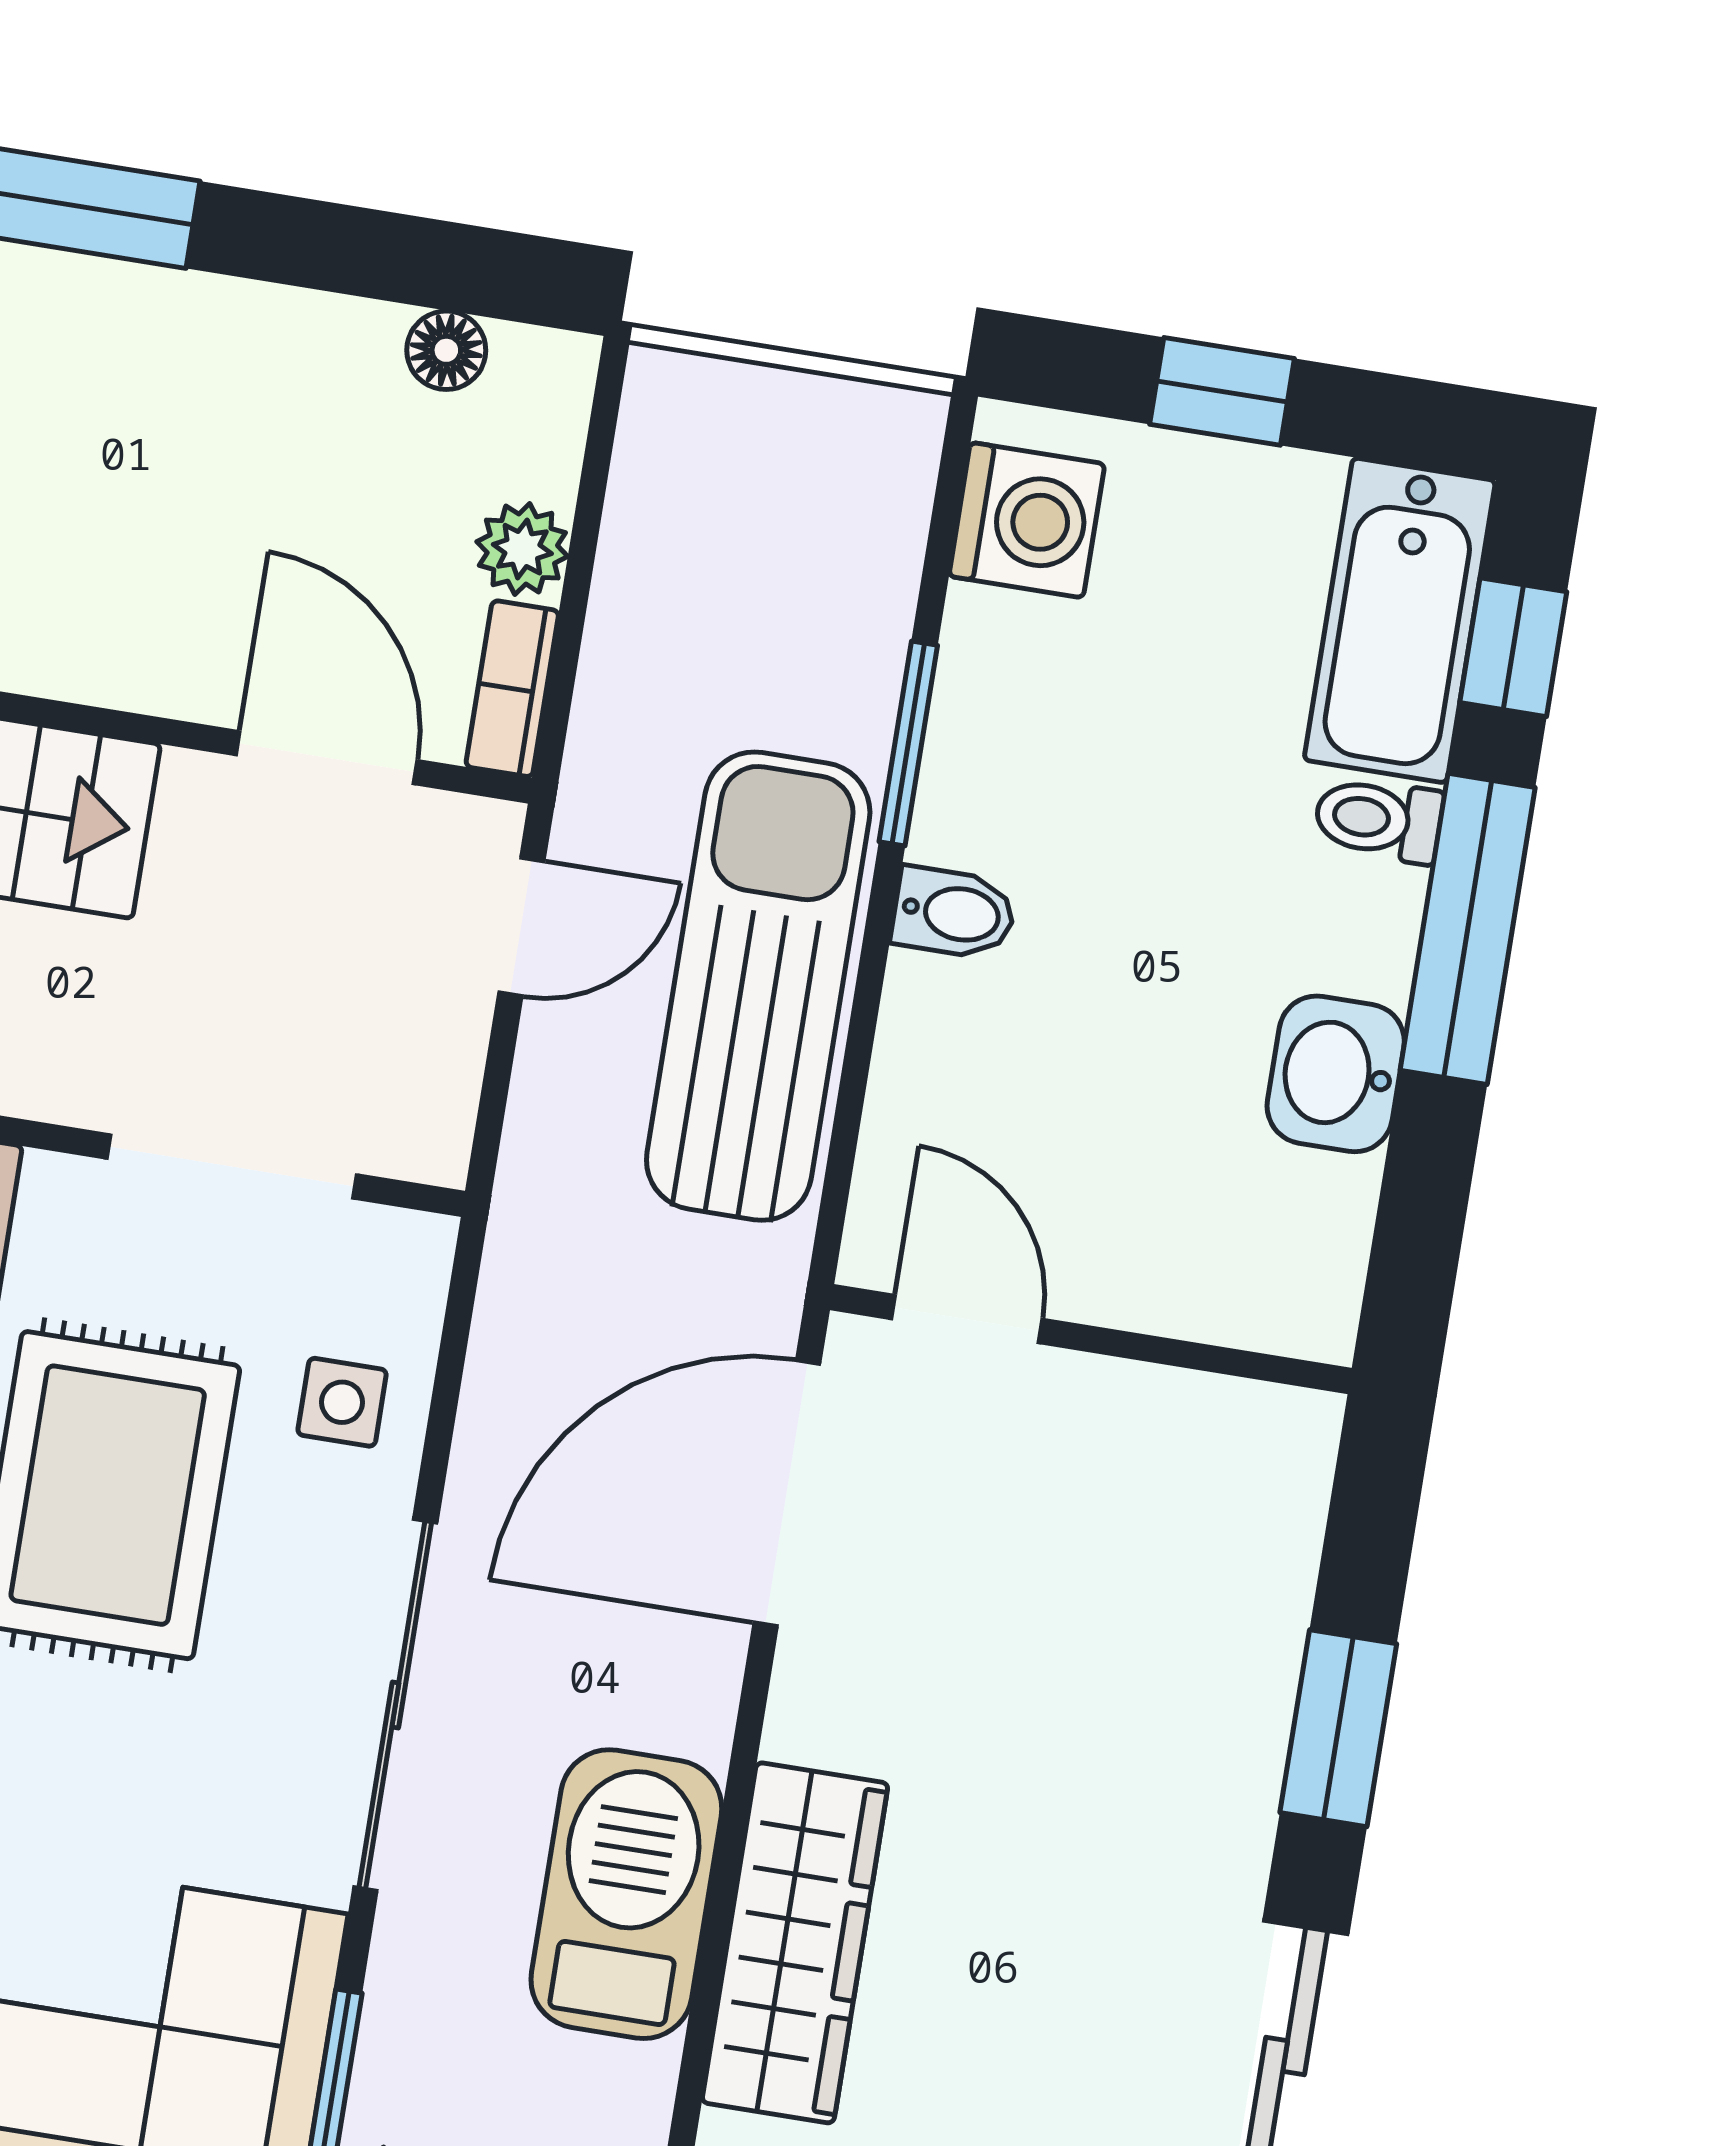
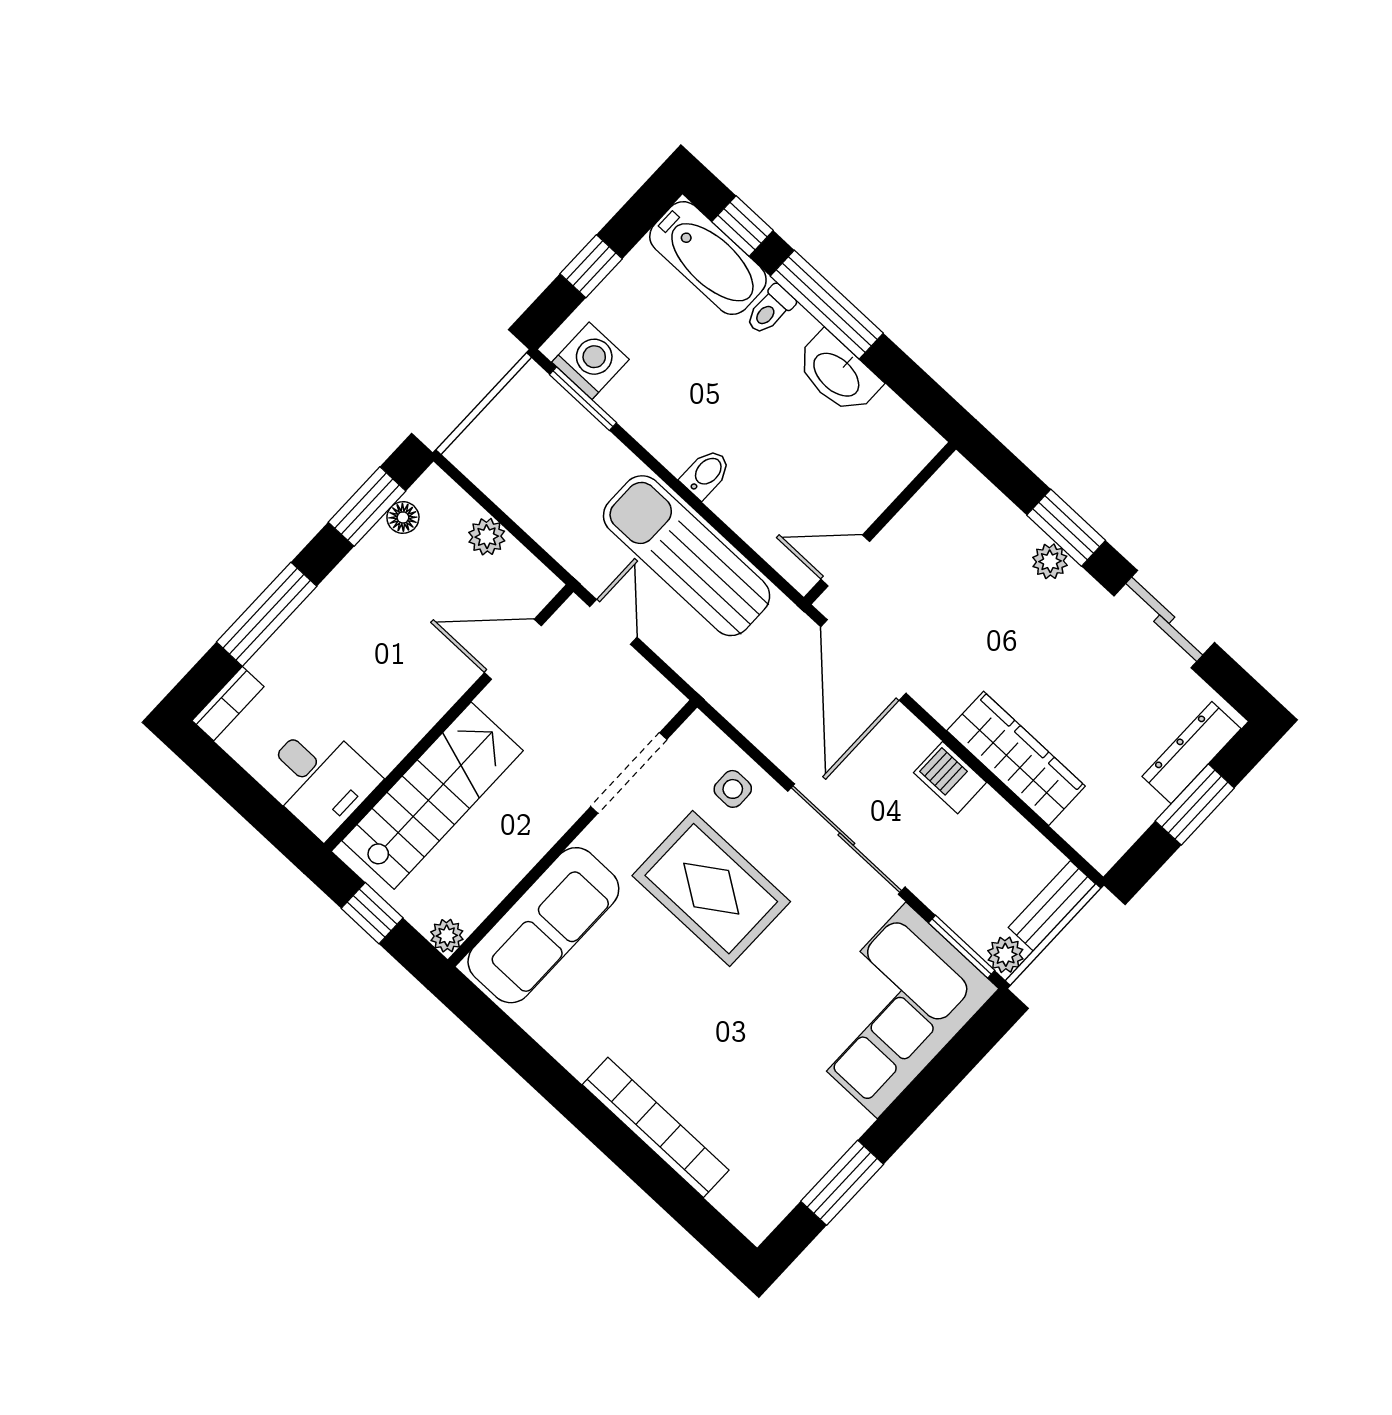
window: (419, 261) -> (367, 507), added
bookcase: (512, 689) -> (531, 571), removed
window: (908, 744) -> (583, 399), moved
washbasin: (1336, 1074) -> (837, 374), width x1.38
plant: (1247, 1741) -> (1050, 561), added
barbecue: (626, 1894) -> (950, 778), width x0.53, depth x0.65

